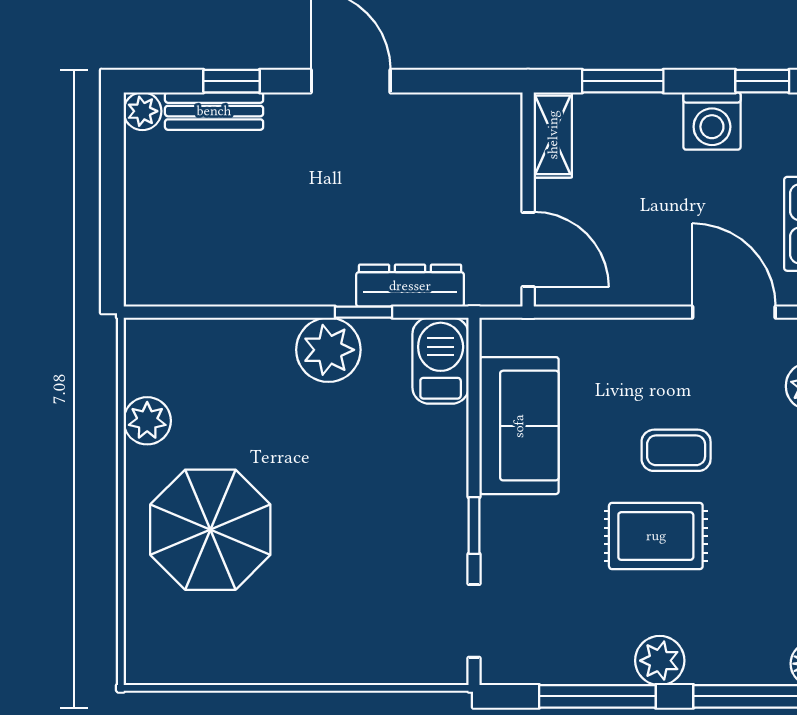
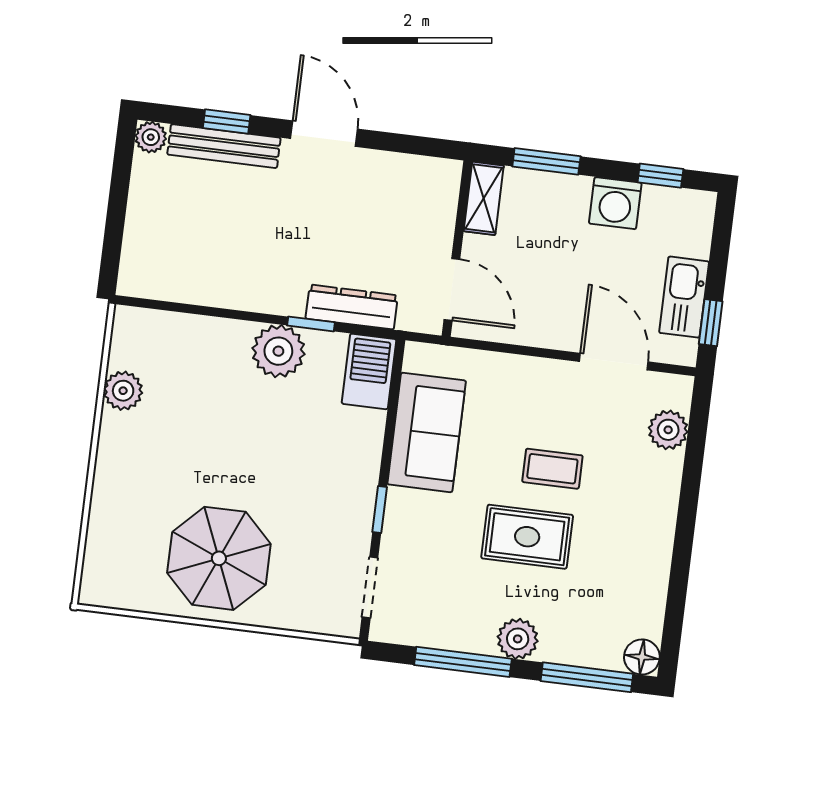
bench: (214, 111) -> (224, 146), width x1.36
parasol: (210, 530) -> (219, 558), moved

